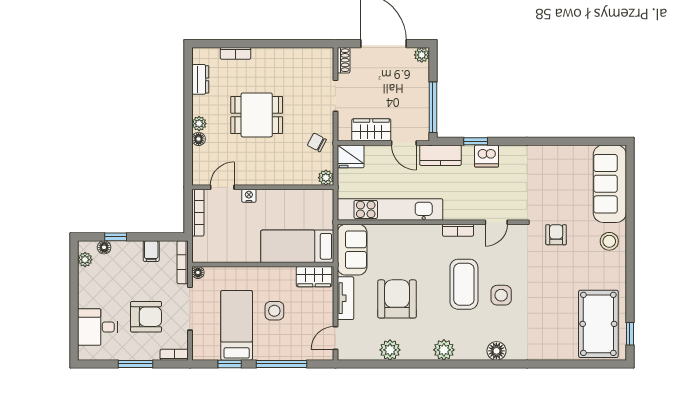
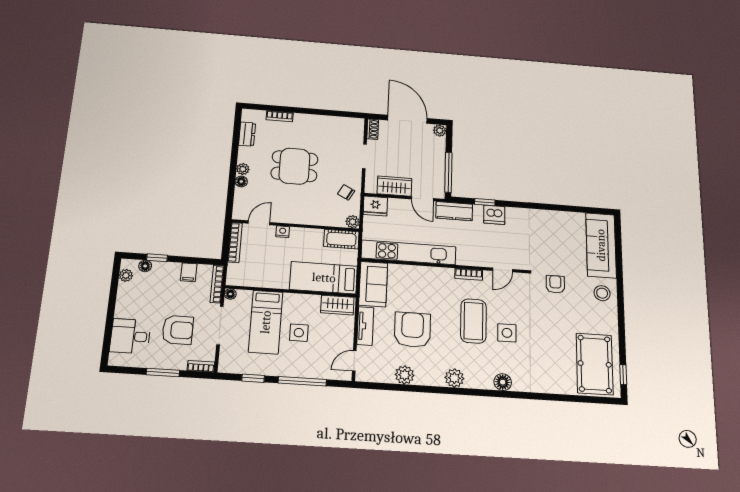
cot: (314, 199) -> (341, 239), added
bed: (237, 325) -> (266, 322), moved, turned 180

